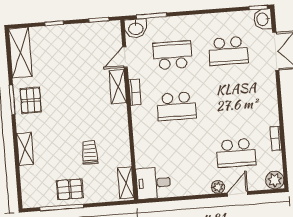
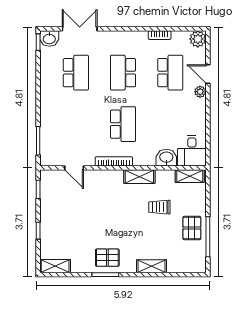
washbasin: (136, 28) -> (166, 158), moved, turned -90
shelving: (20, 53) -> (55, 266), width x0.67, depth x0.75
school desk: (172, 55) -> (123, 73), moved
shelving: (118, 87) -> (139, 177), moved
bookcase: (135, 92) -> (114, 161), width x1.56

